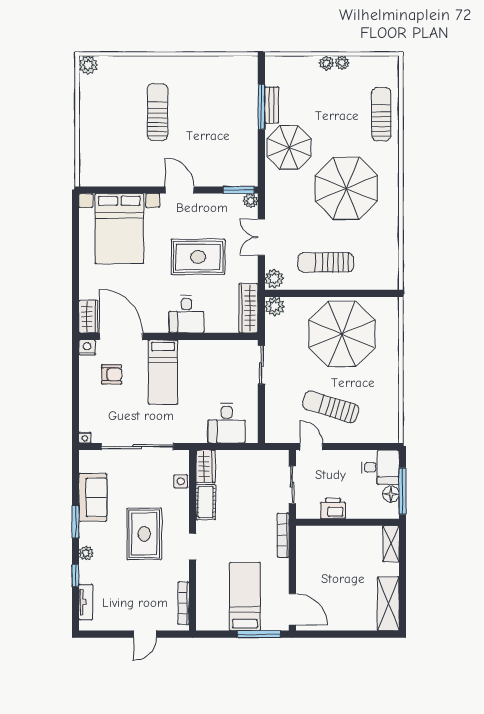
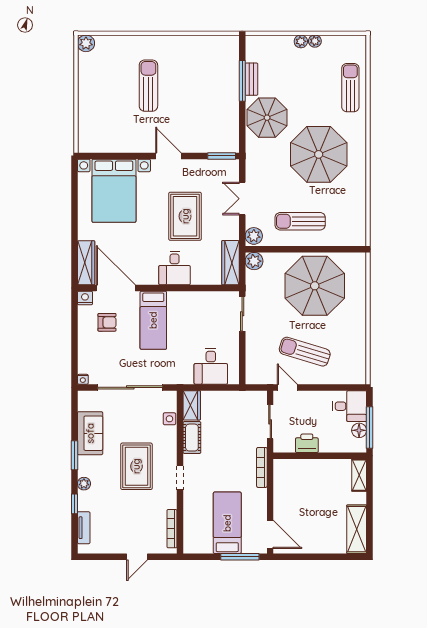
plant: (251, 201) -> (232, 166), removed
rug: (198, 257) -> (185, 216), turned 90
wardrobe: (88, 317) -> (86, 263), width x1.50

